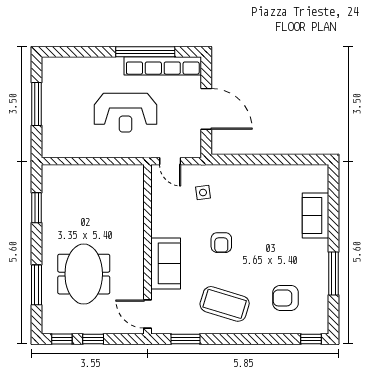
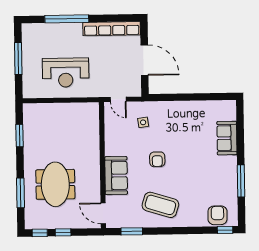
window: (145, 52) -> (67, 19), moved
reception desk: (125, 113) -> (66, 73), moved
armchair: (286, 298) -> (218, 215), moved, turned 90

